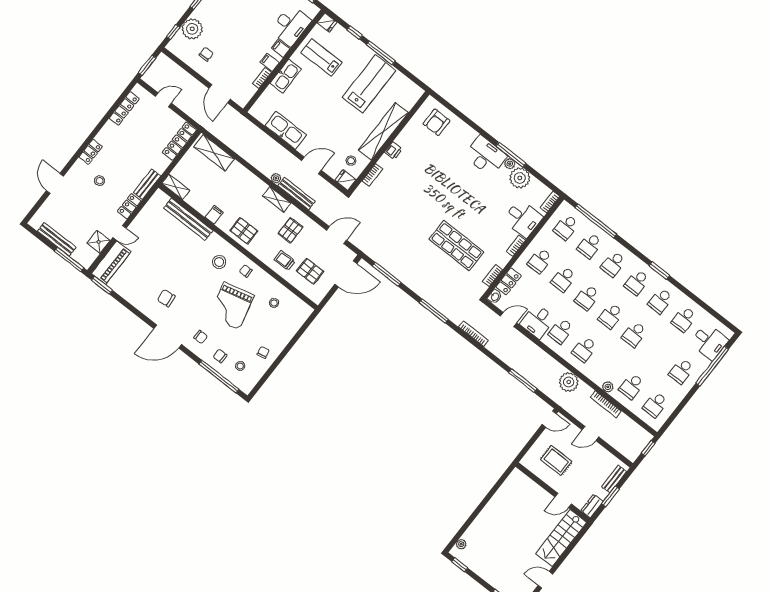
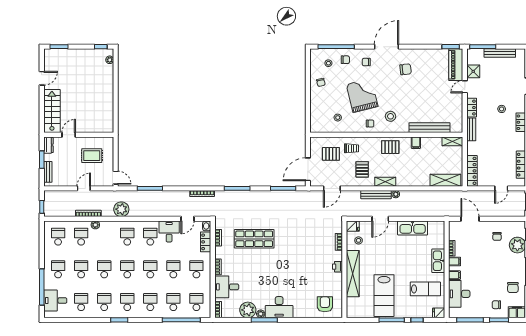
school desk: (658, 353) -> (81, 269), added
door: (549, 419) -> (116, 178), swing flipped

